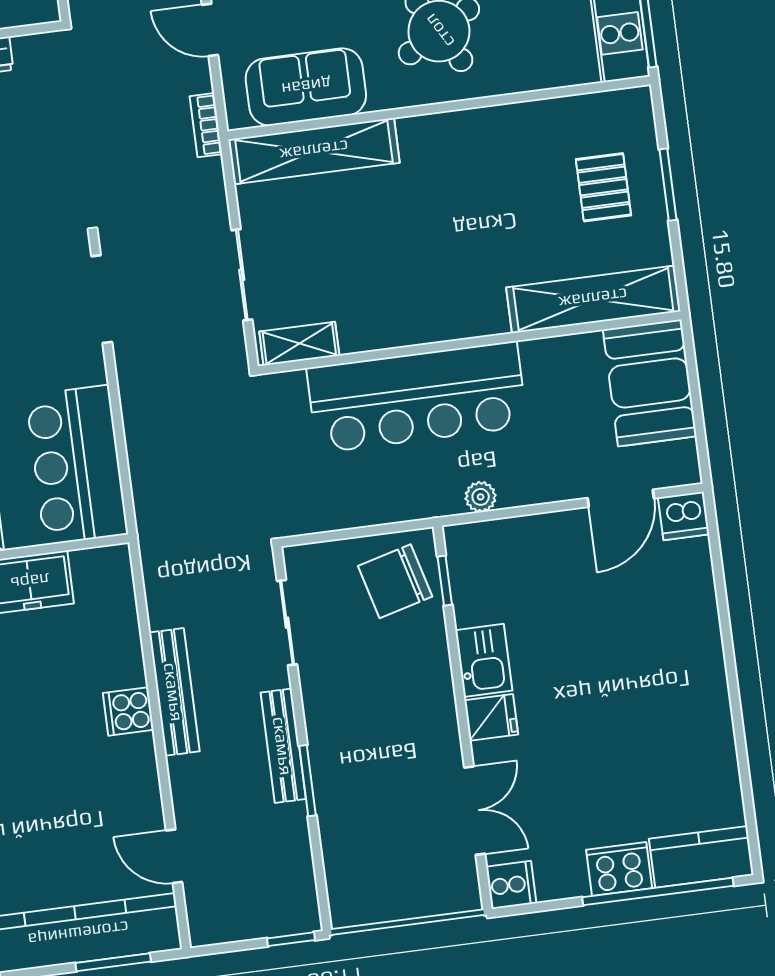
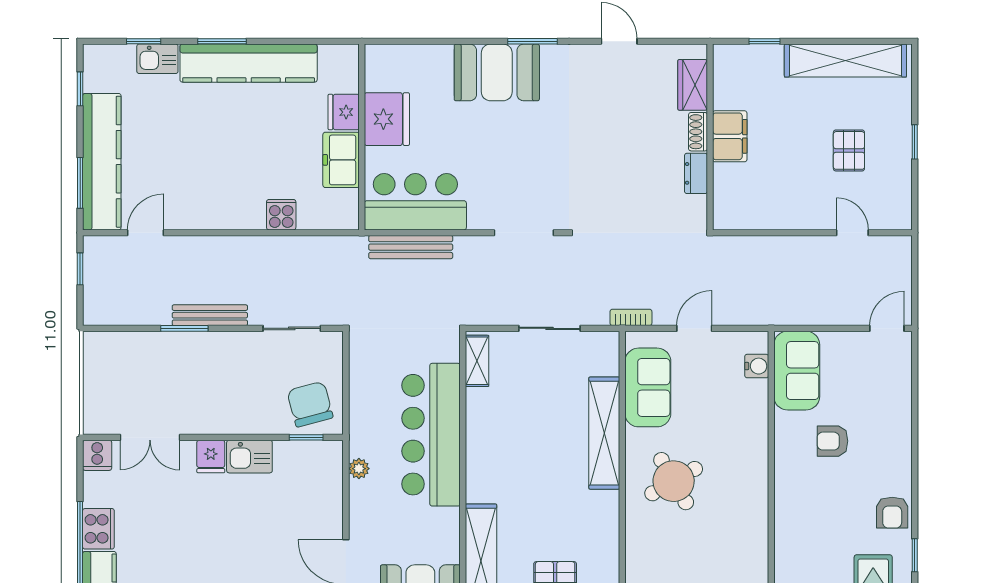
shelving: (314, 151) -> (604, 433), moved
sliding door: (242, 275) -> (550, 328), moved
bench: (174, 692) -> (411, 247), moved
cooker: (128, 711) -> (281, 215), moved
window: (291, 939) -> (80, 269), moved

